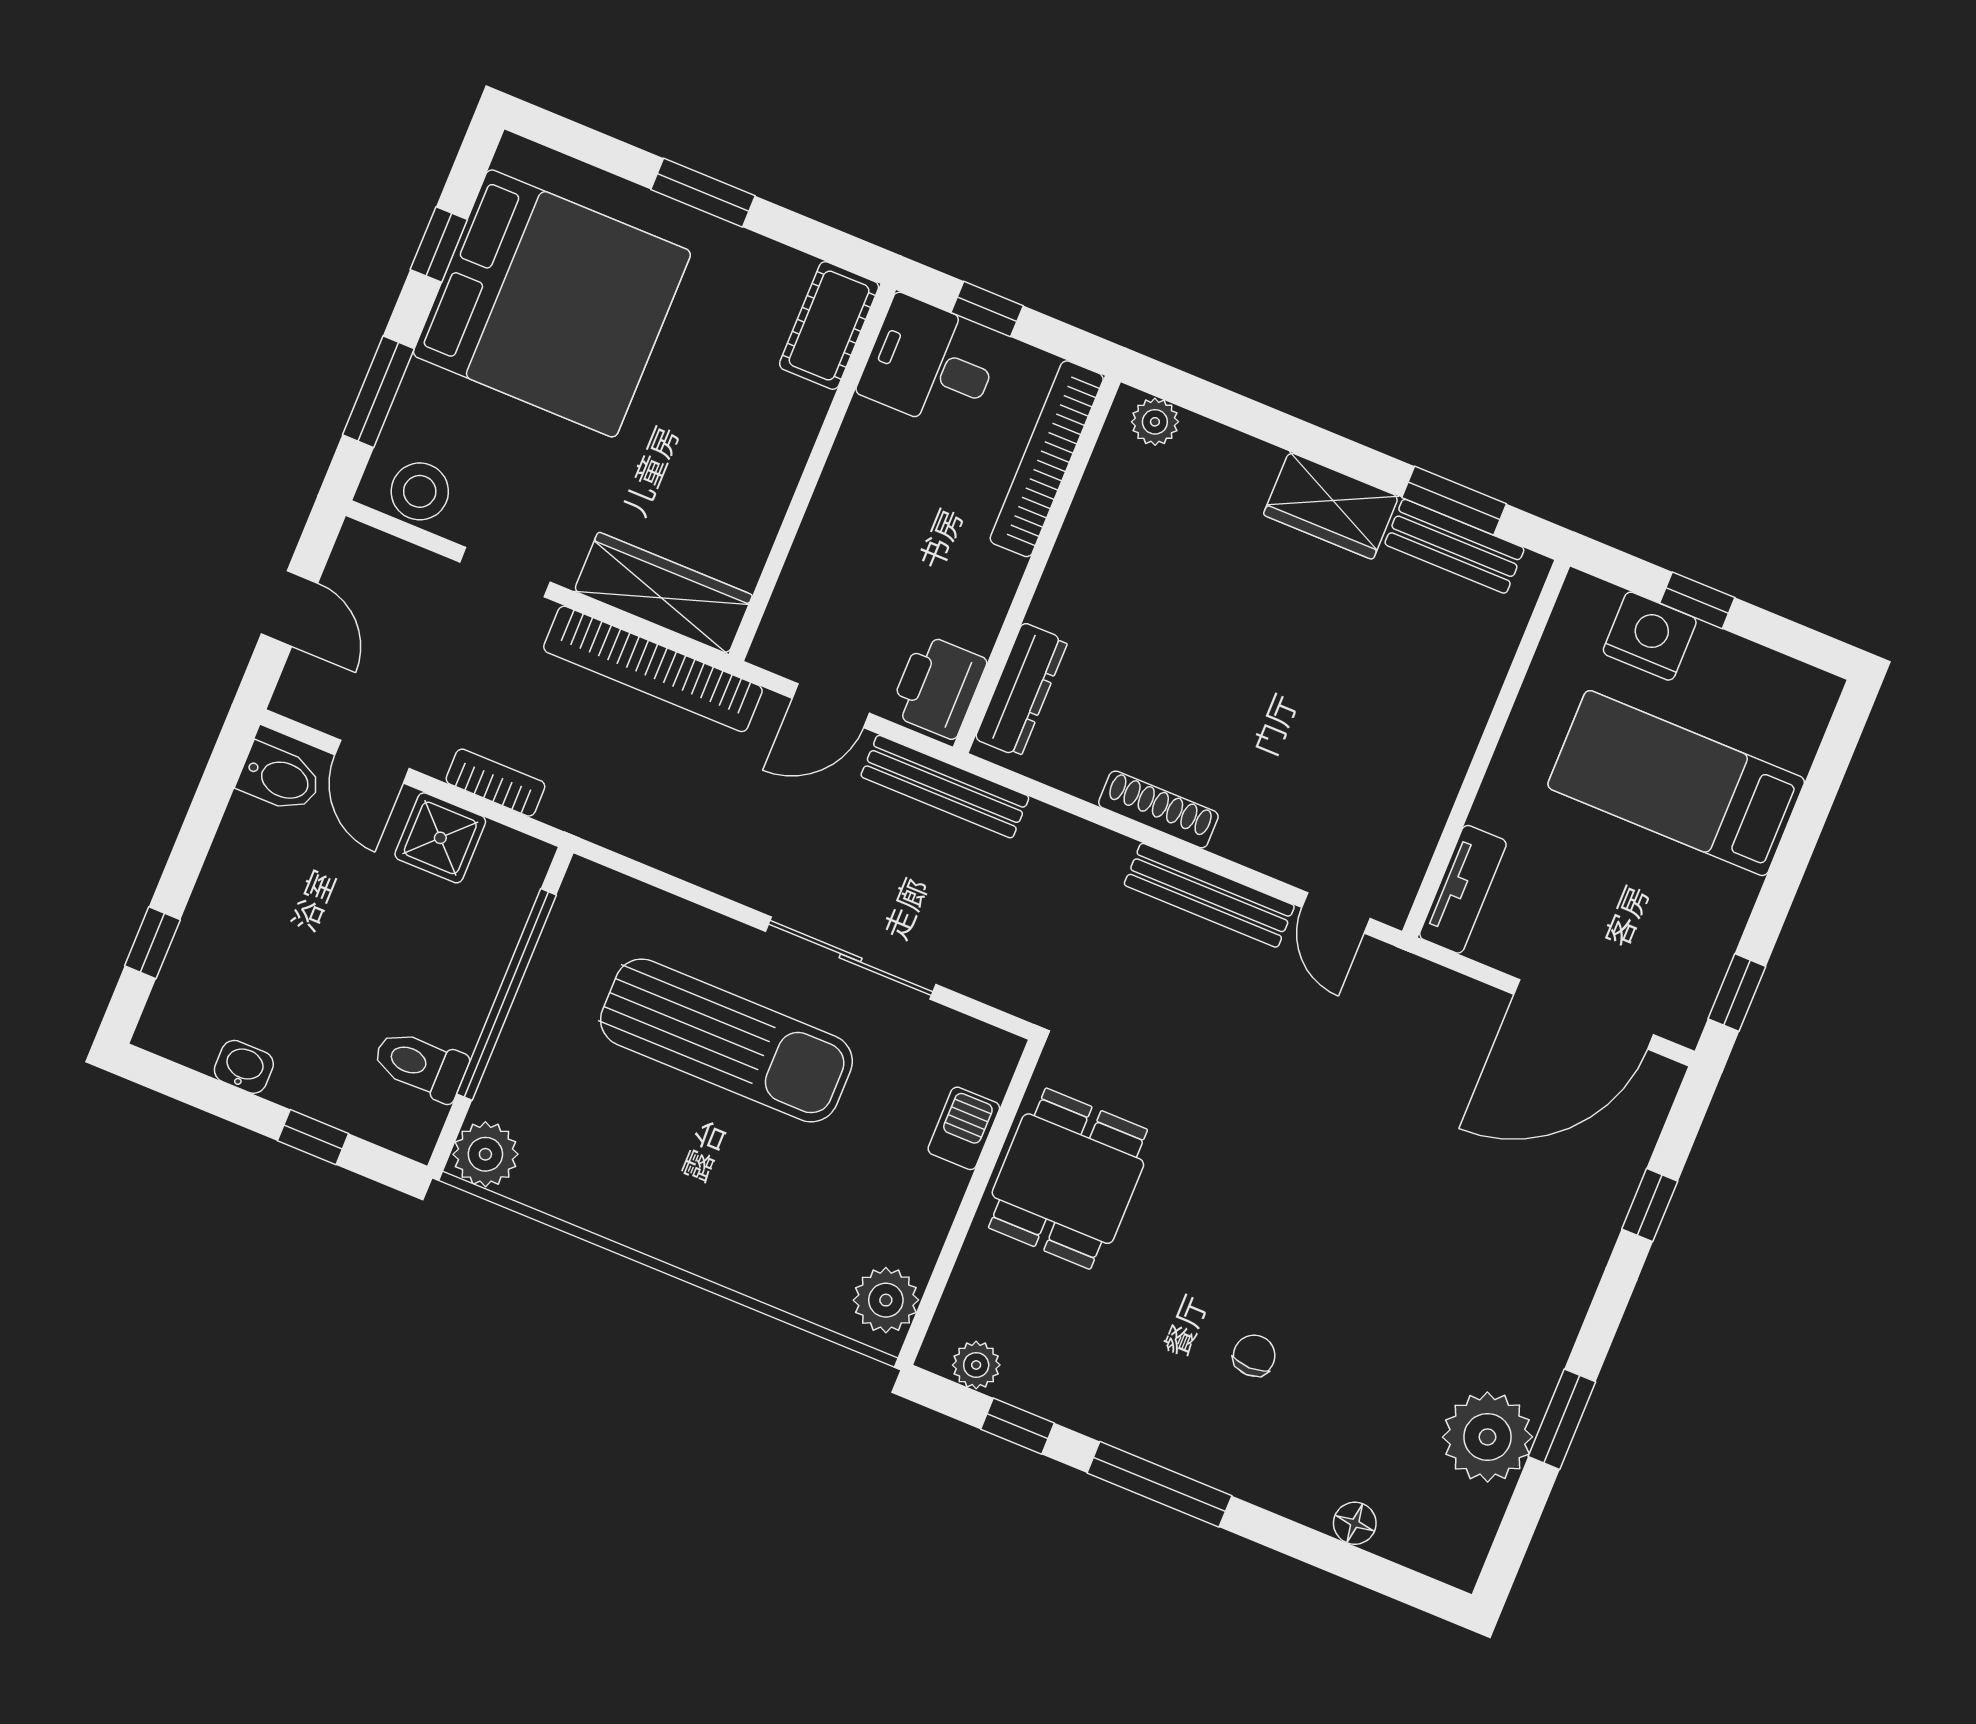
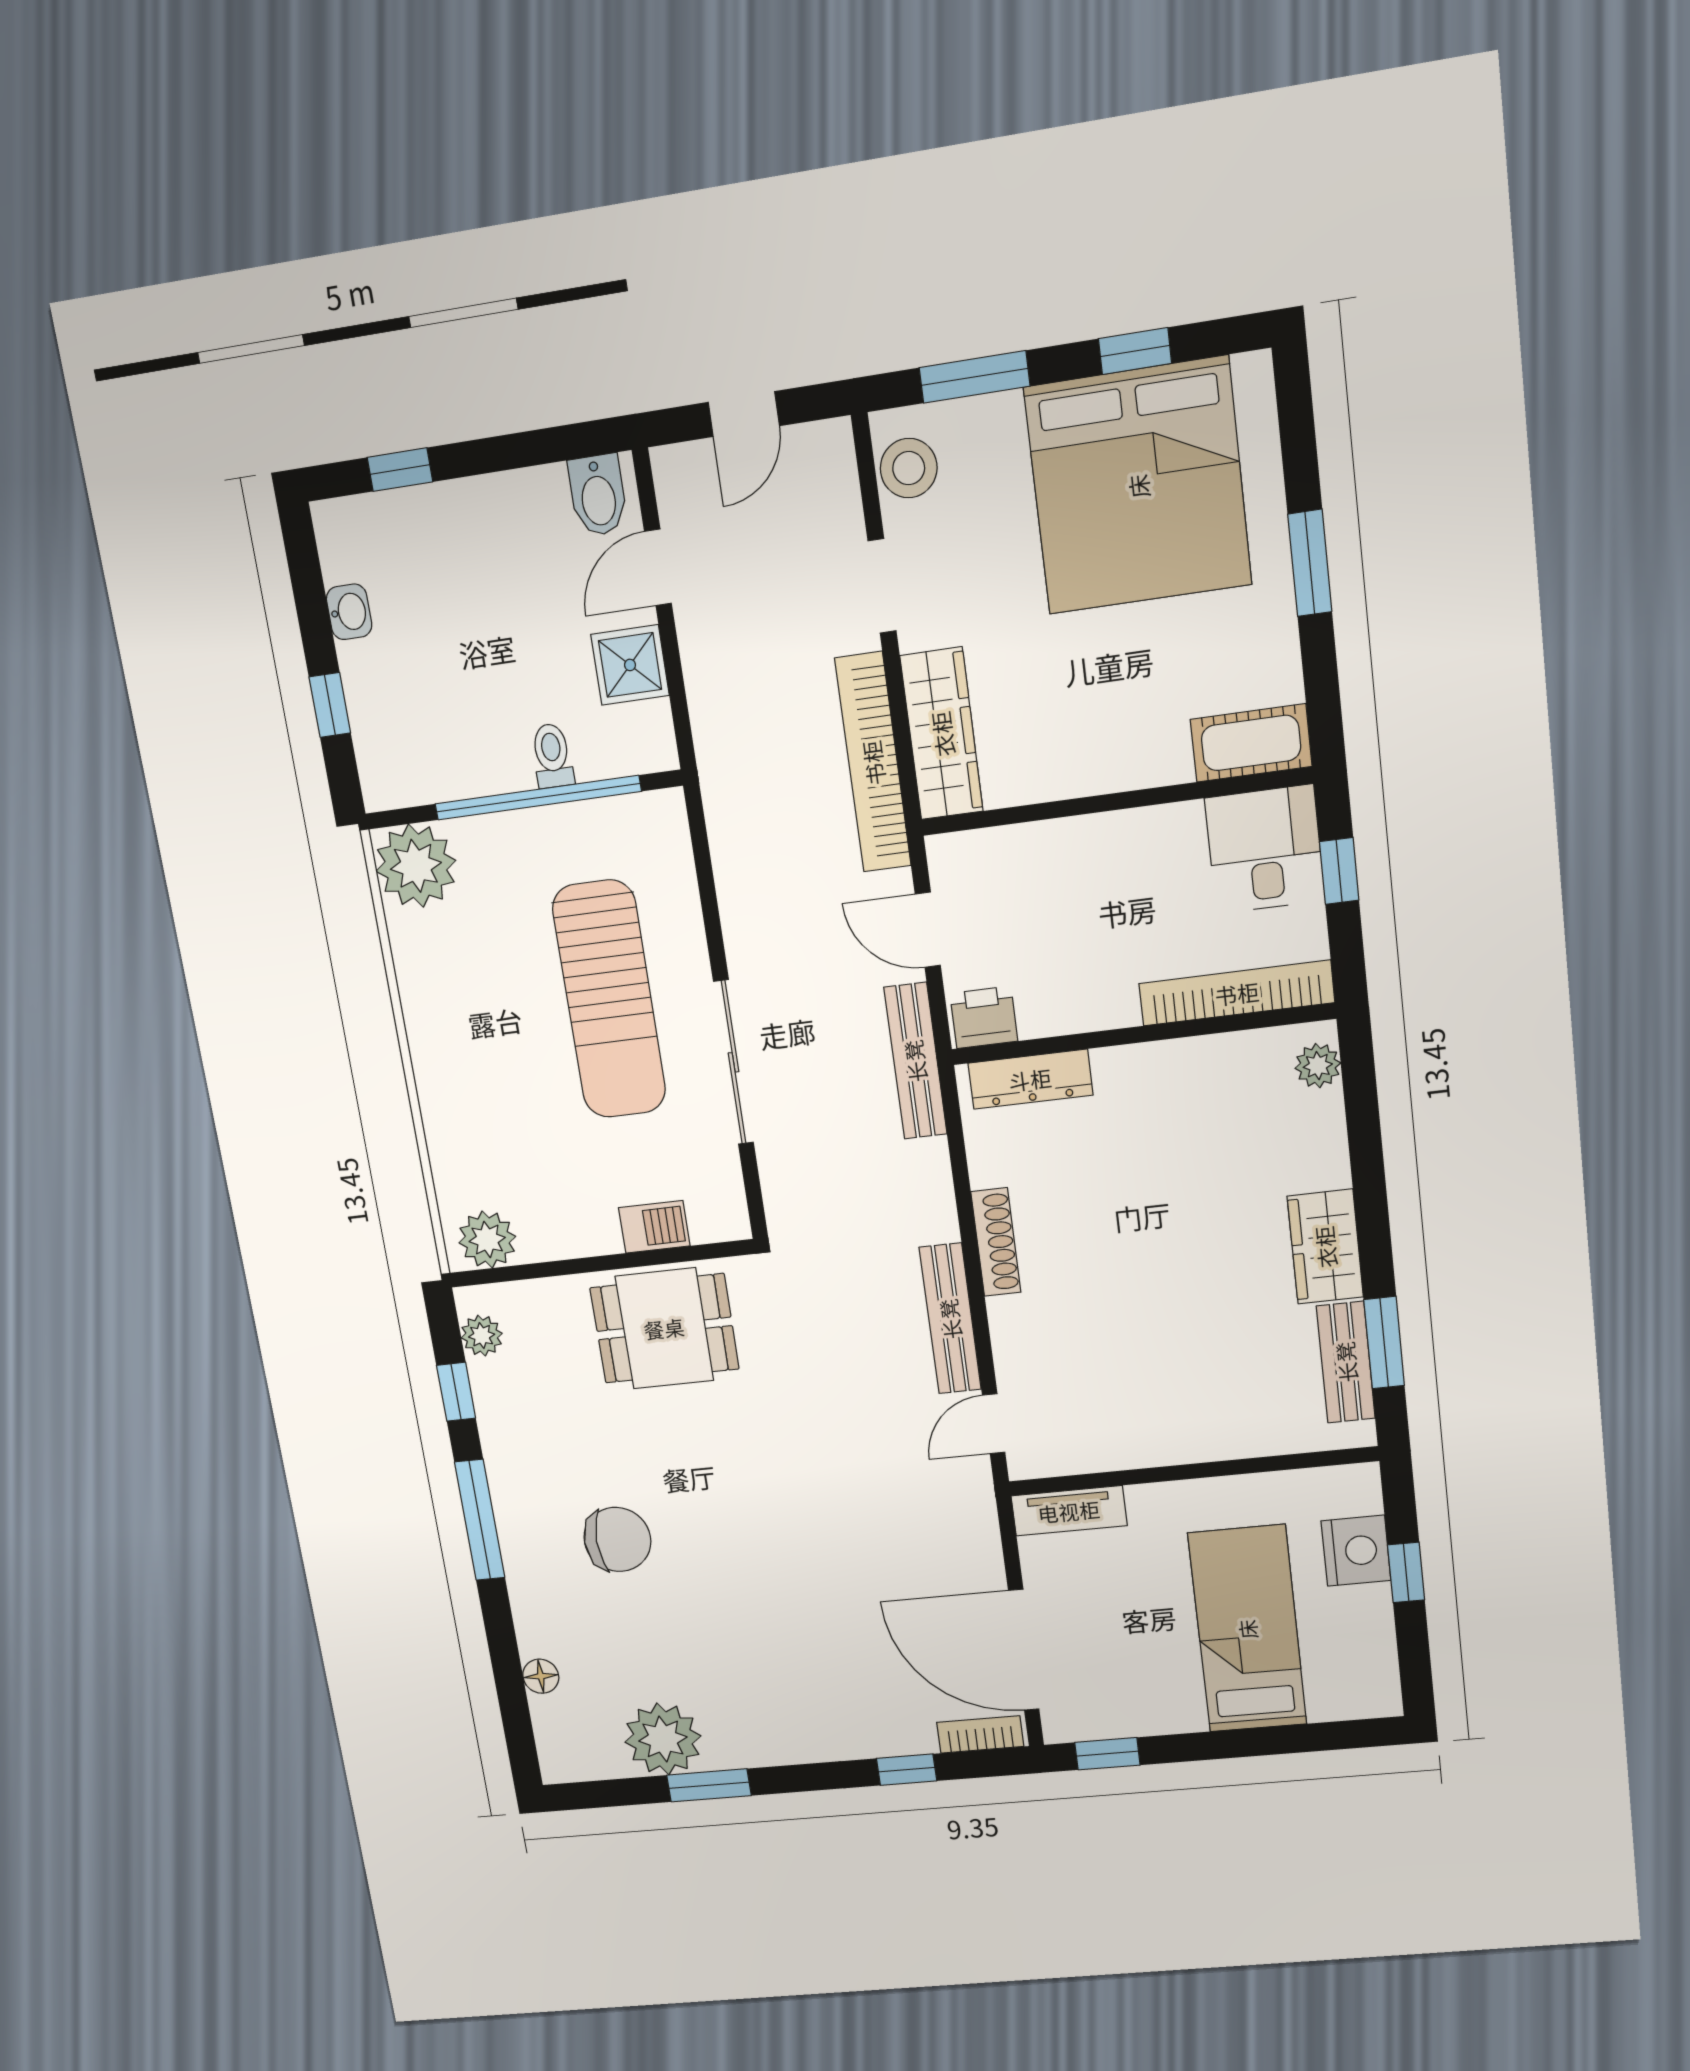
printer: (938, 687) -> (984, 1017), width x0.73, depth x0.81
bookcase: (496, 783) -> (980, 1734), moved, turned -90
toilet: (420, 1065) -> (552, 756), moved, width x0.73, depth x0.72
plant: (485, 1154) -> (416, 866), width x1.36, depth x1.36
chair: (1254, 1356) -> (617, 1539), width x1.87, depth x1.87

